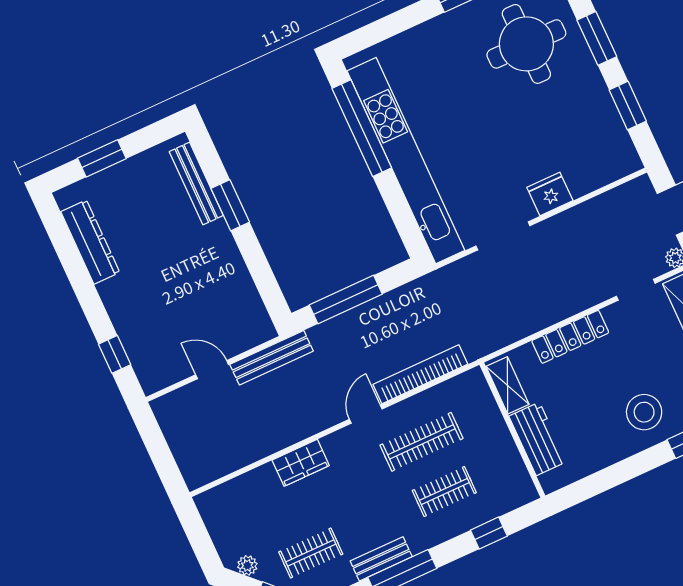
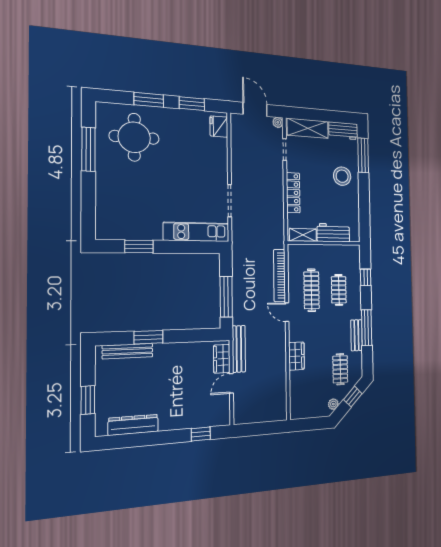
window: (362, 128) -> (139, 247), width x0.47
kitchen unit: (406, 161) -> (196, 232), width x0.54
fridge: (550, 194) -> (219, 127), moved
wardrobe: (244, 336) -> (222, 359), added

